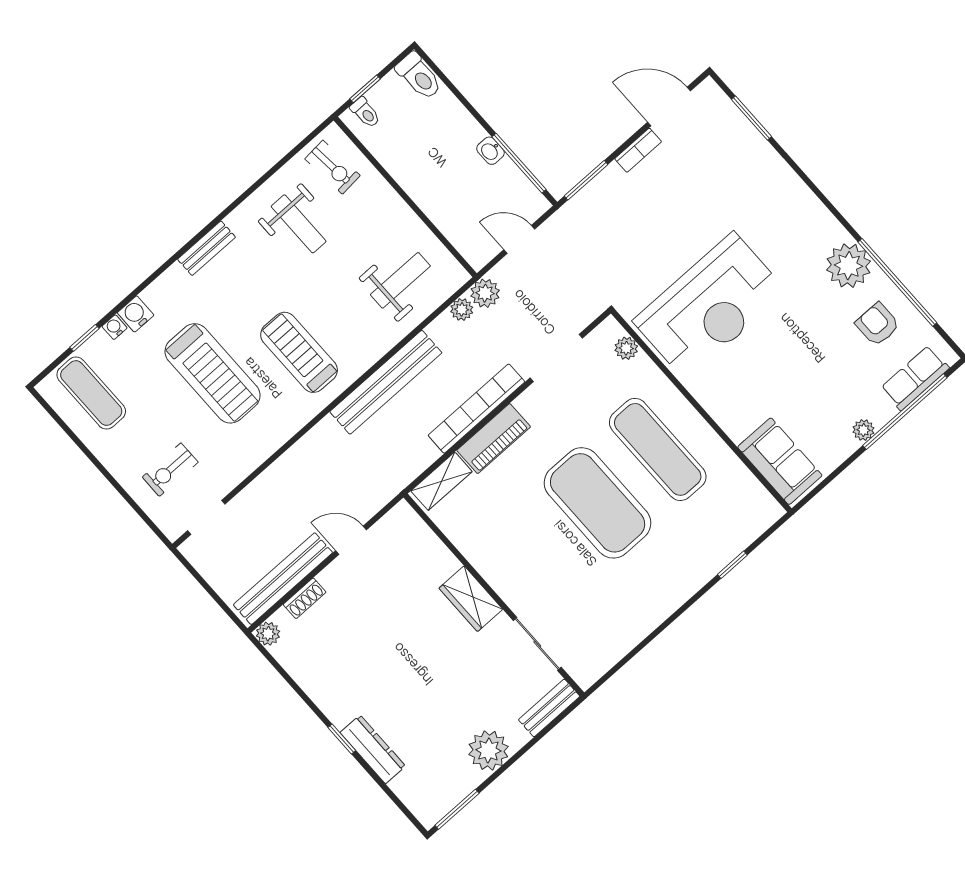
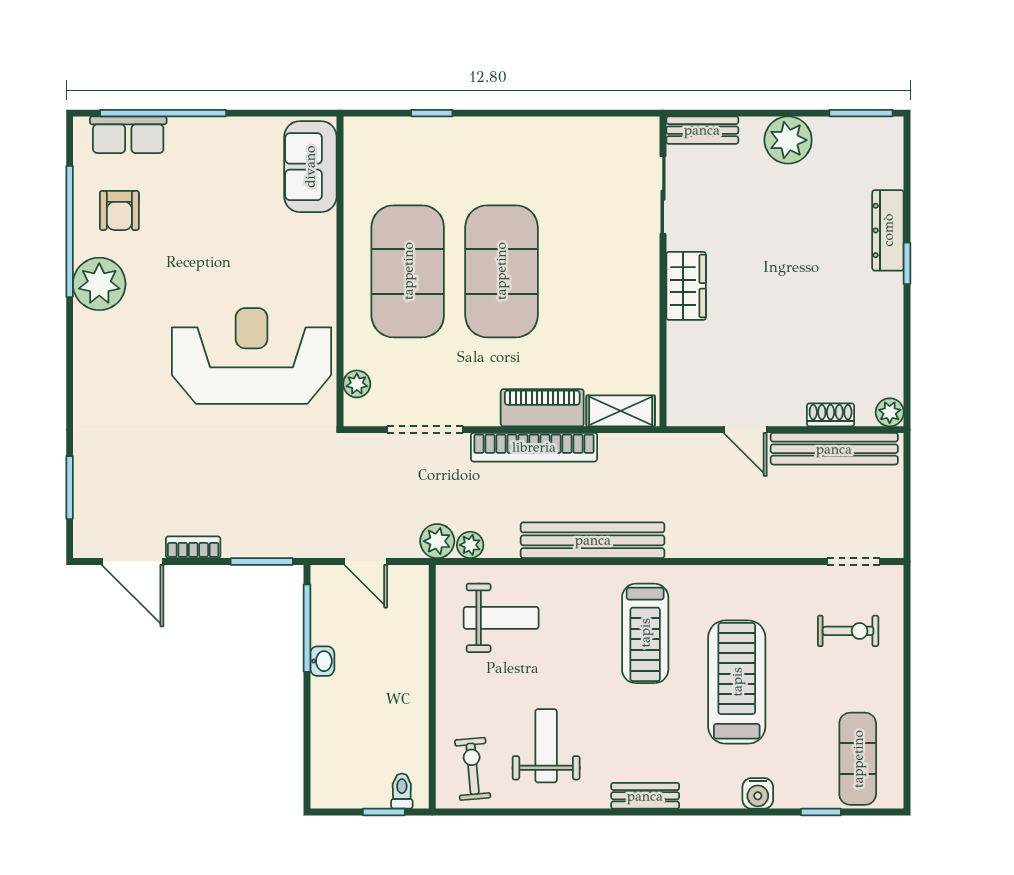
toilet: (419, 76) -> (327, 781), removed
weight bench: (400, 280) -> (501, 618), turned 180
water cooler: (115, 327) -> (786, 798), removed
plant: (863, 430) -> (213, 129), removed
exercise mat: (658, 449) -> (408, 271), width x1.47

